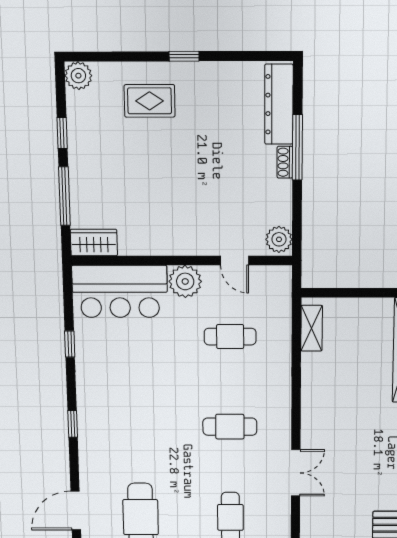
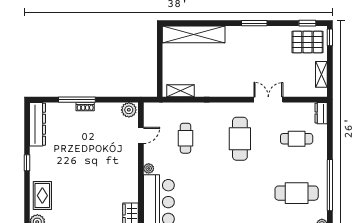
rug: (150, 101) -> (42, 196), moved
dresser: (279, 104) -> (38, 124), moved, turned -90
plant: (185, 281) -> (149, 168), width x0.53, depth x0.53
cafe table: (230, 427) -> (240, 139), width x1.37, depth x1.35

